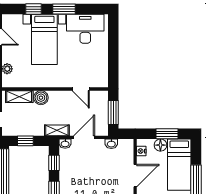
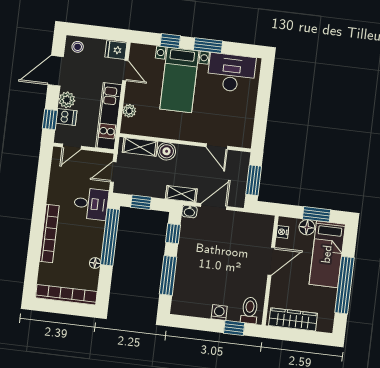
washbasin: (111, 144) -> (246, 218), removed

